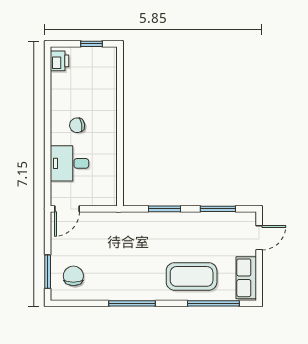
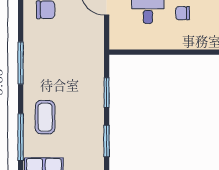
chair: (77, 125) -> (183, 13), turned -80
coffee table: (192, 276) -> (45, 117), width x0.73, depth x0.76

